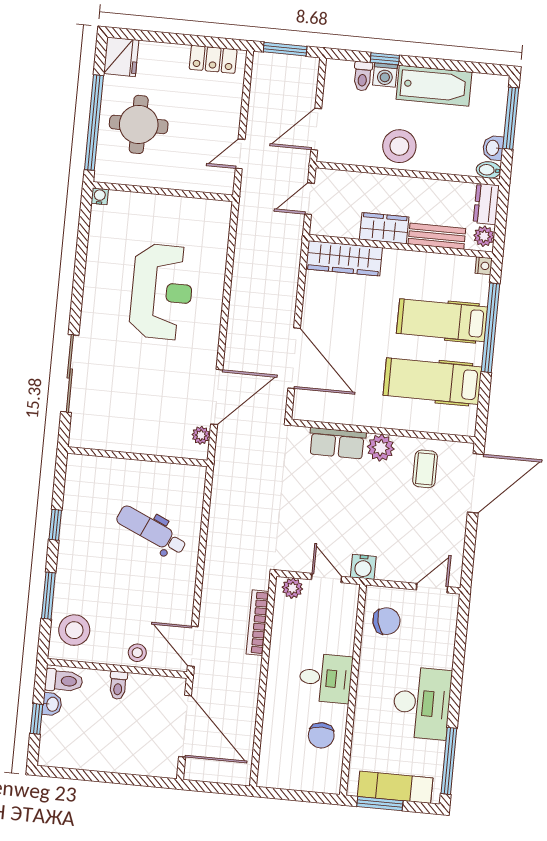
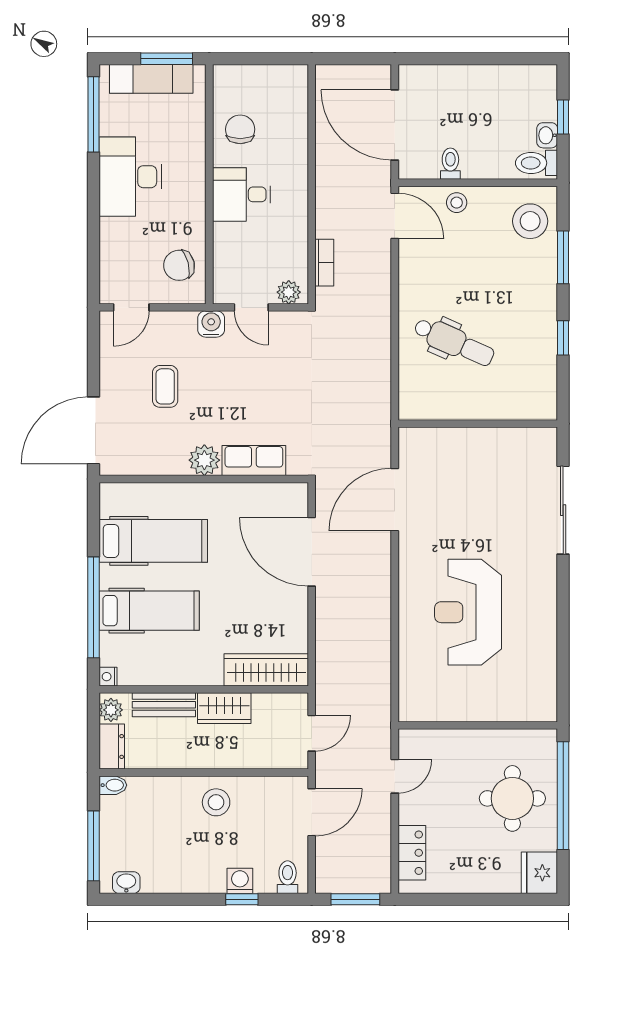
locker: (213, 59) -> (412, 853), moved, turned 90
toilet: (363, 76) -> (288, 877), moved
bathtub: (434, 86) -> (184, 874), removed
stool: (399, 146) -> (216, 802), width x0.73, depth x0.73
washbasin: (493, 148) -> (126, 883), moved, turned -90
water cooler: (100, 196) -> (549, 713), removed
plant: (201, 435) -> (408, 455), removed
coffee table: (425, 469) -> (165, 386), moved
bookcase: (257, 623) -> (324, 263), width x0.64
toilet: (118, 685) -> (450, 164), moved

